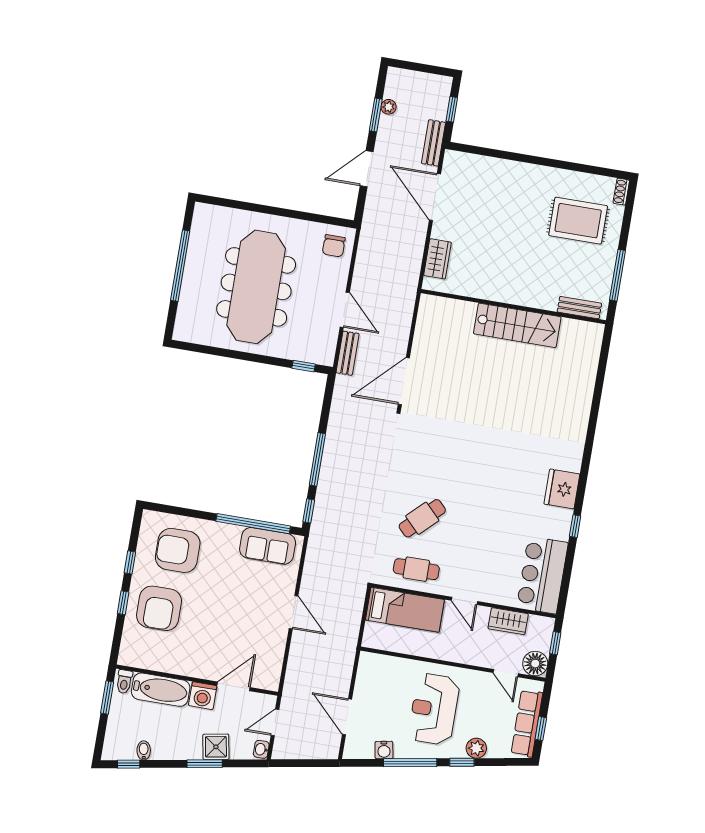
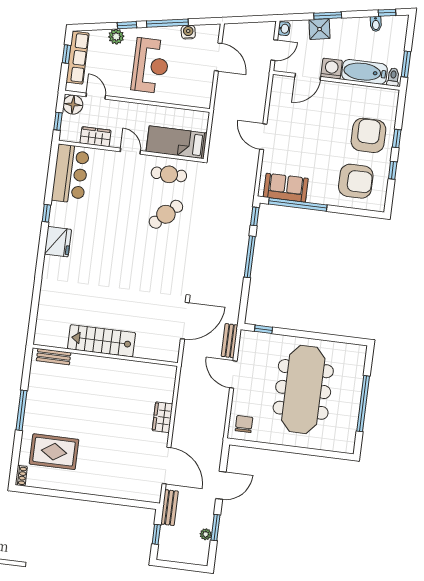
wall: (513, 307) -> (105, 355), moved
bench: (579, 308) -> (54, 357), moved
stairs: (517, 325) -> (102, 341), moved

